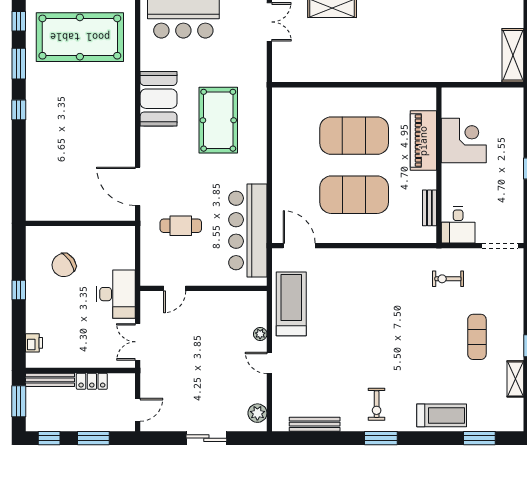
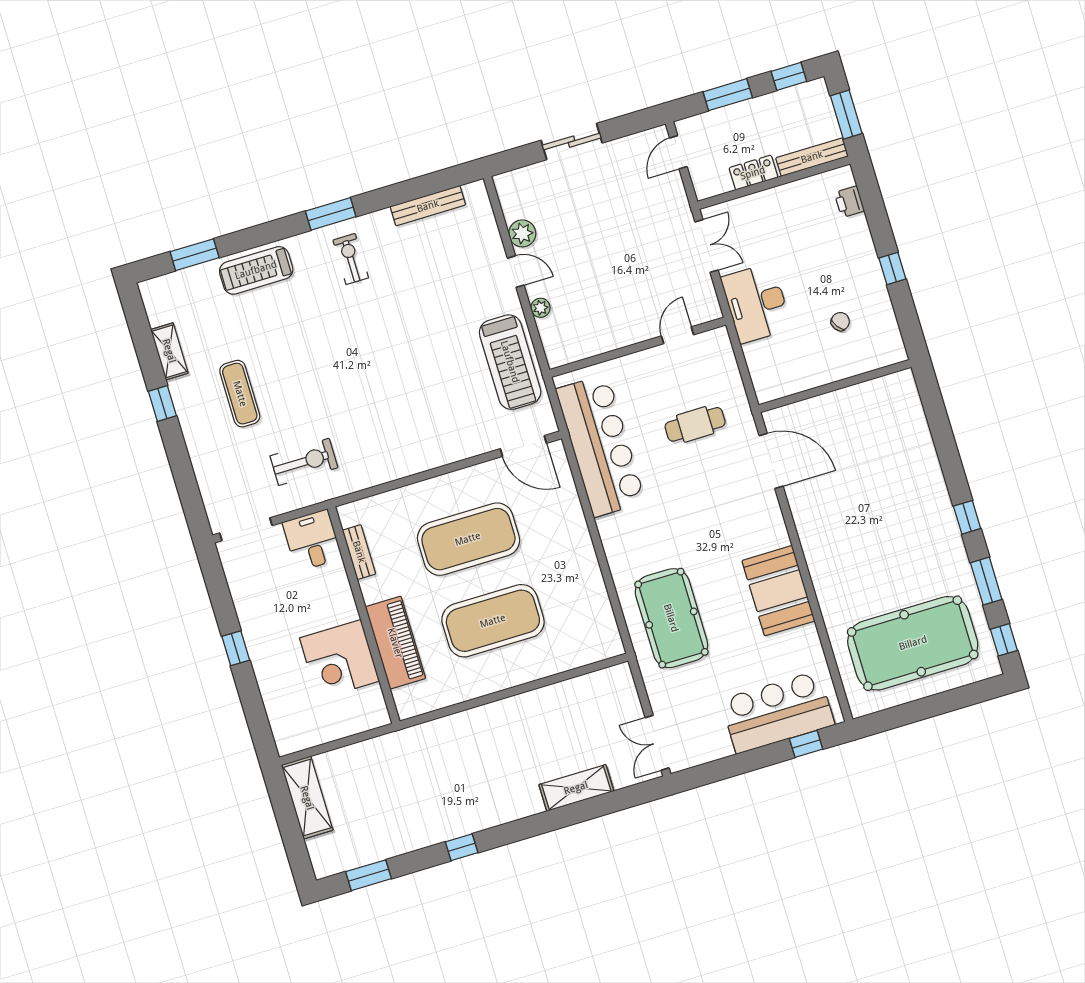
pool table: (218, 120) -> (671, 618), moved
chair: (64, 265) -> (840, 322), width x0.54, depth x0.54
exercise bike: (448, 279) -> (304, 462), width x1.38, depth x1.39
plant: (257, 413) -> (522, 233), moved

